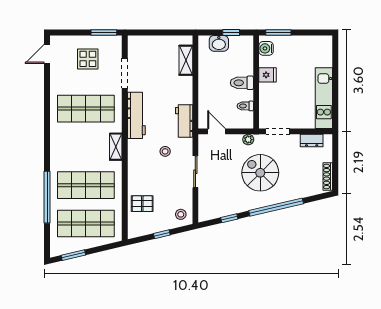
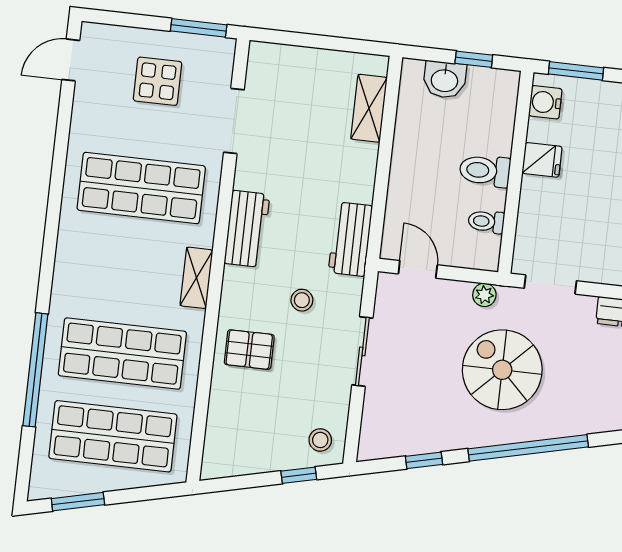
workbench: (136, 115) -> (247, 229), width x0.73
pallet: (142, 204) -> (249, 350), moved
window: (162, 234) -> (299, 475), moved

